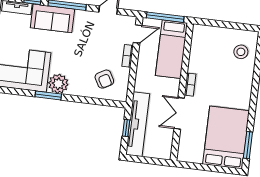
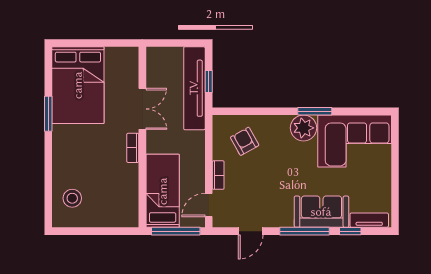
window: (248, 145) -> (48, 114), moved

